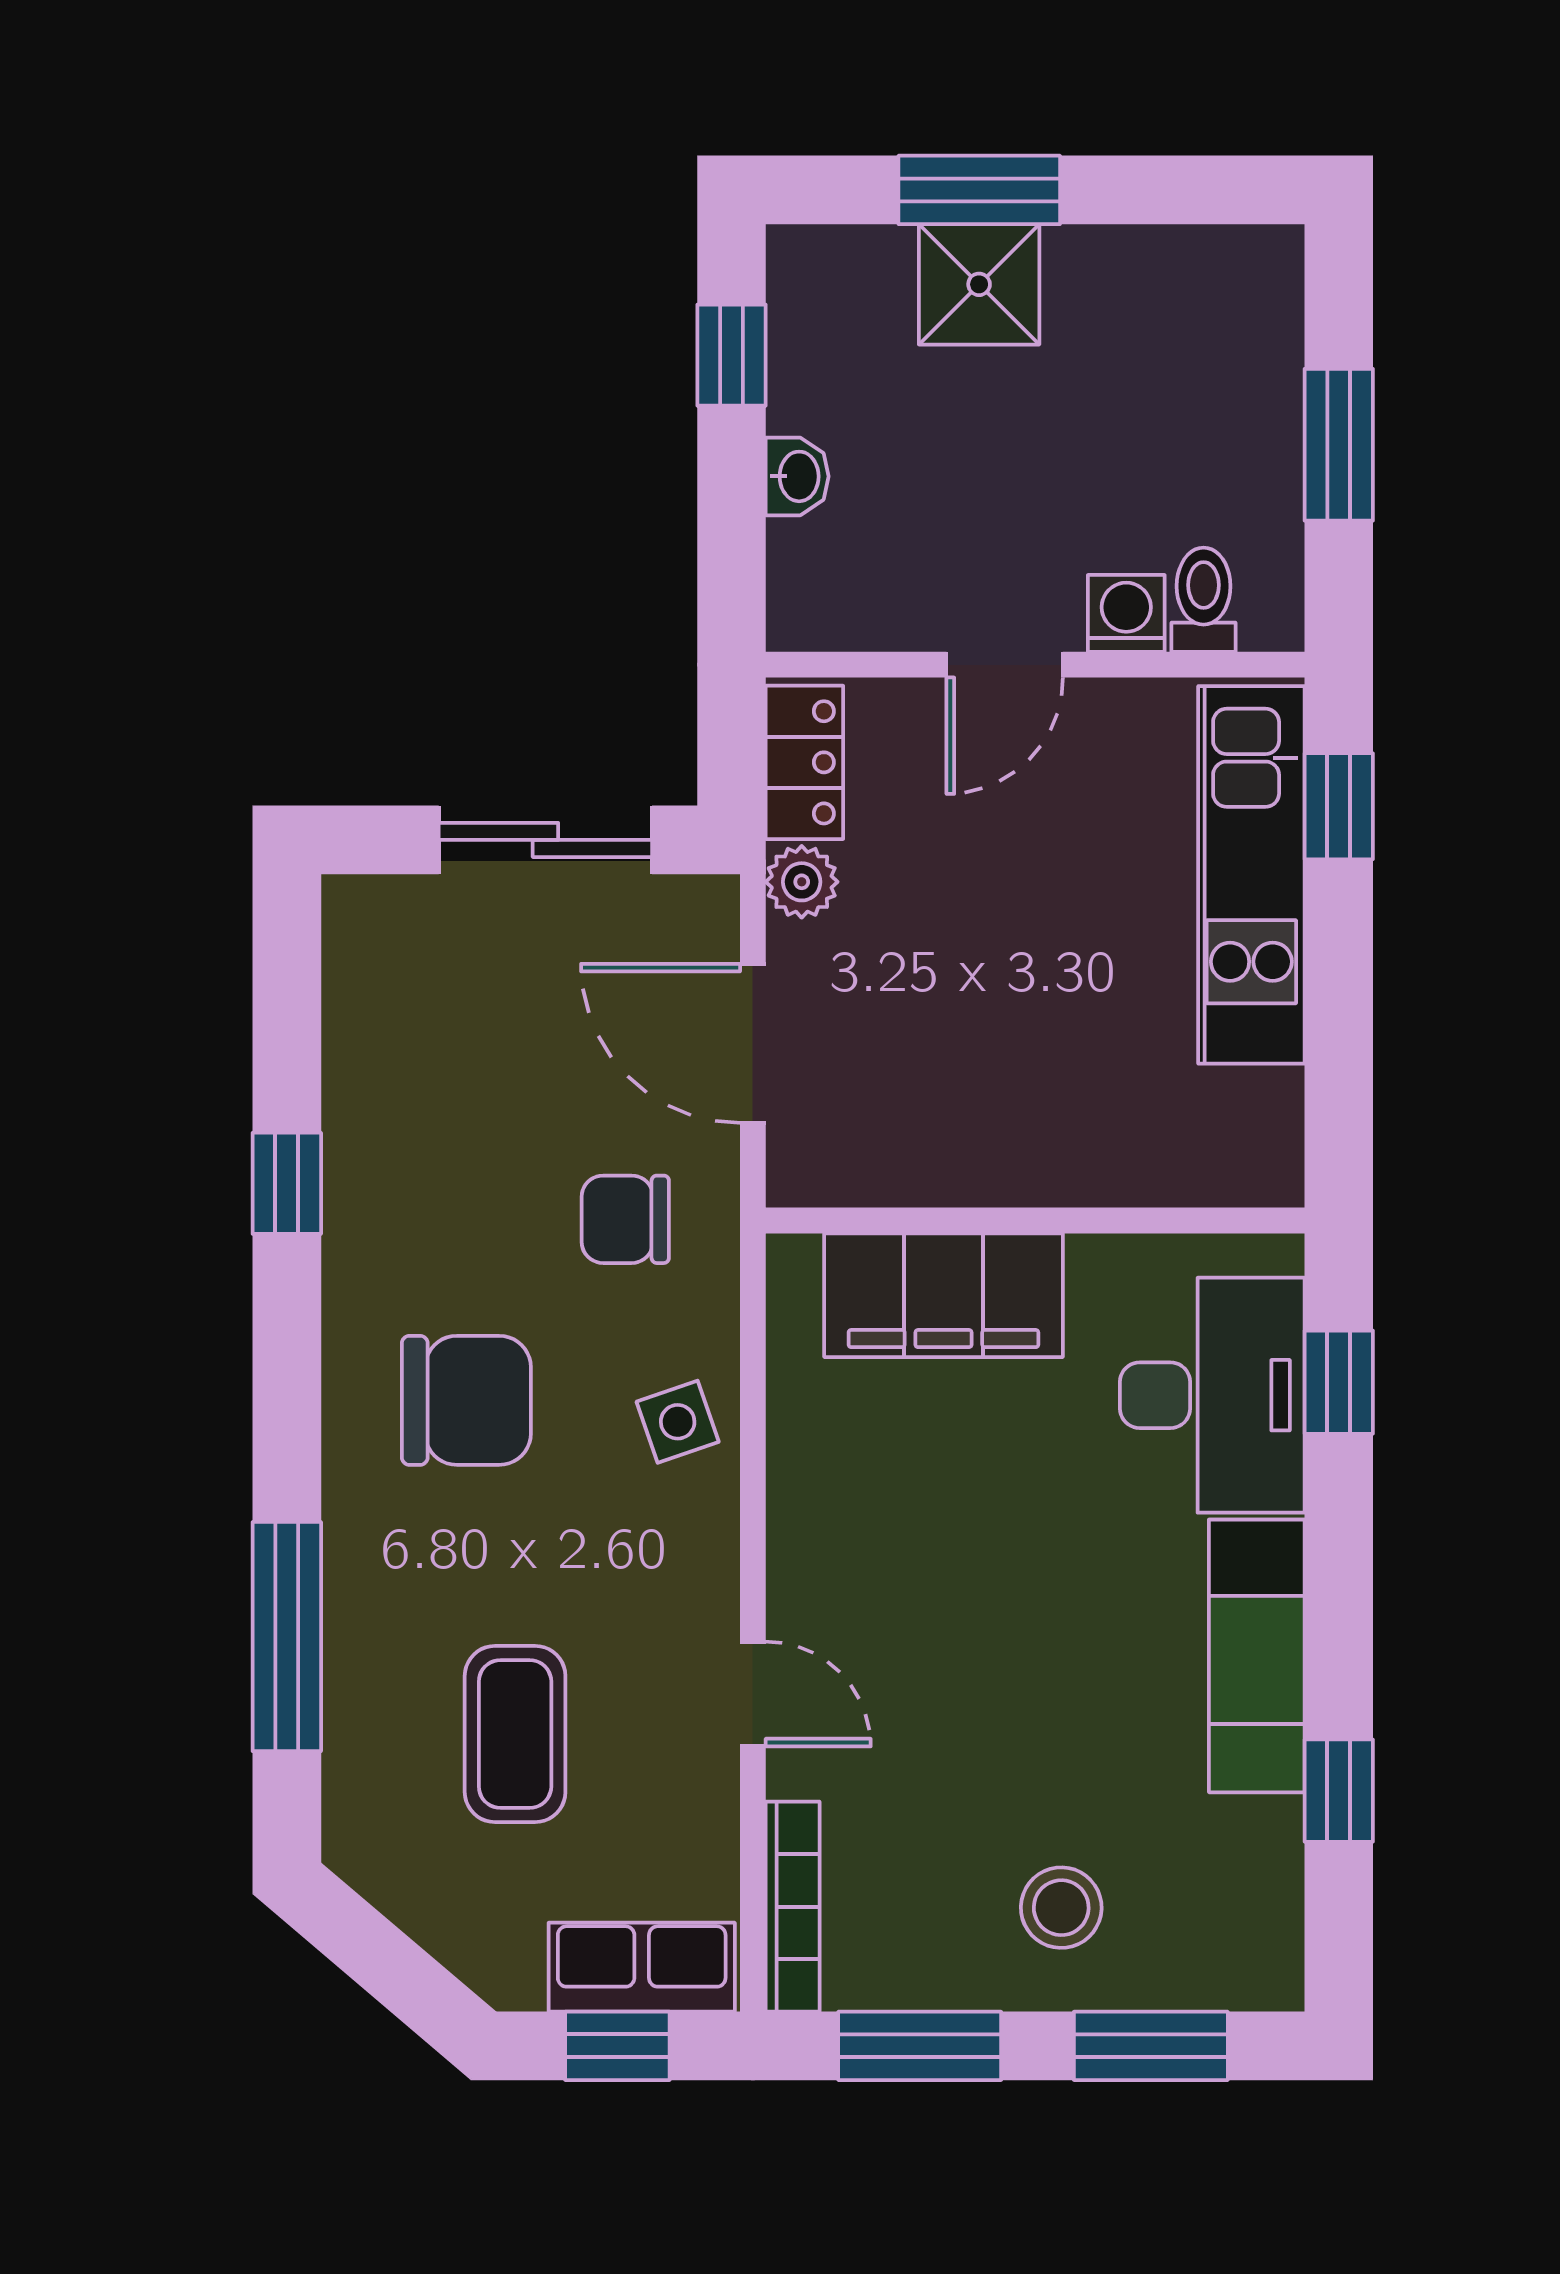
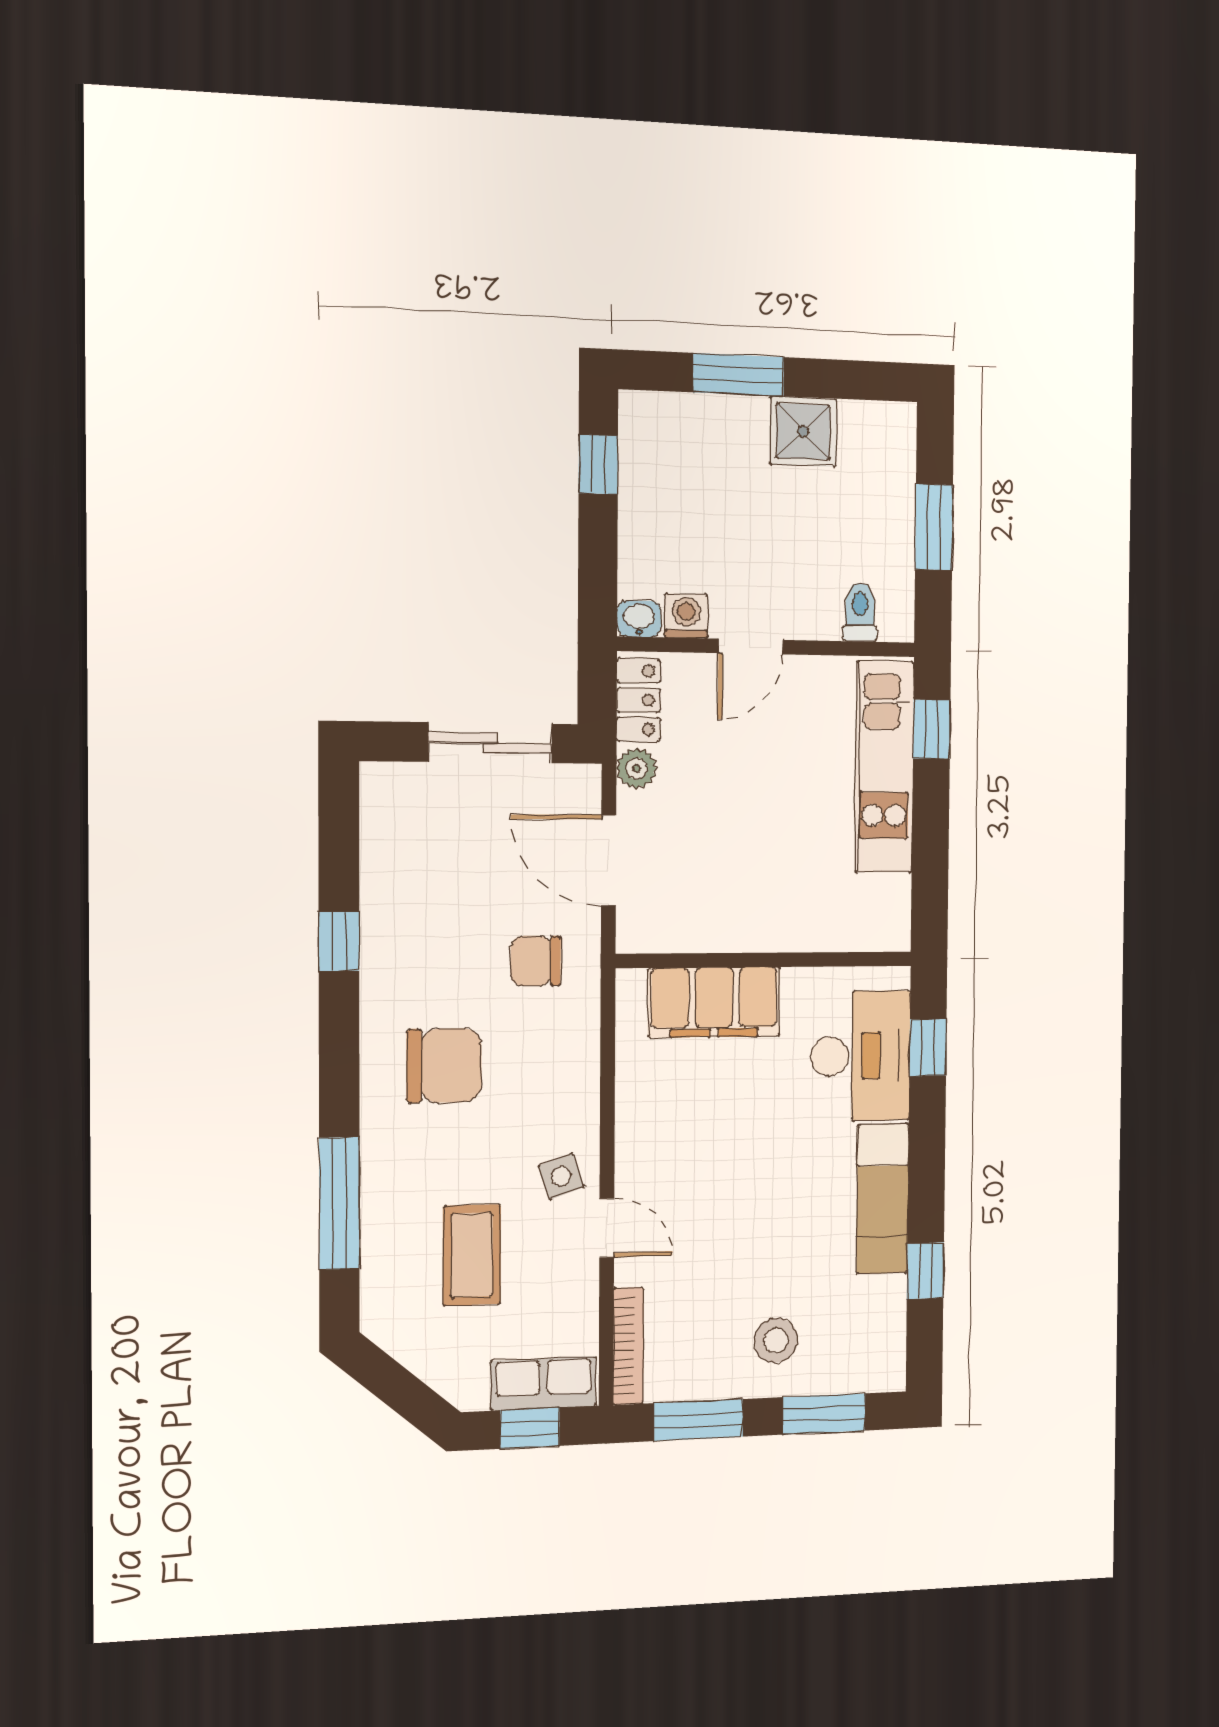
shower: (979, 284) -> (803, 432), moved
washbasin: (797, 476) -> (639, 619), moved, turned -90
washing machine: (1126, 613) -> (686, 616), moved
side table: (678, 1422) -> (561, 1176), moved

